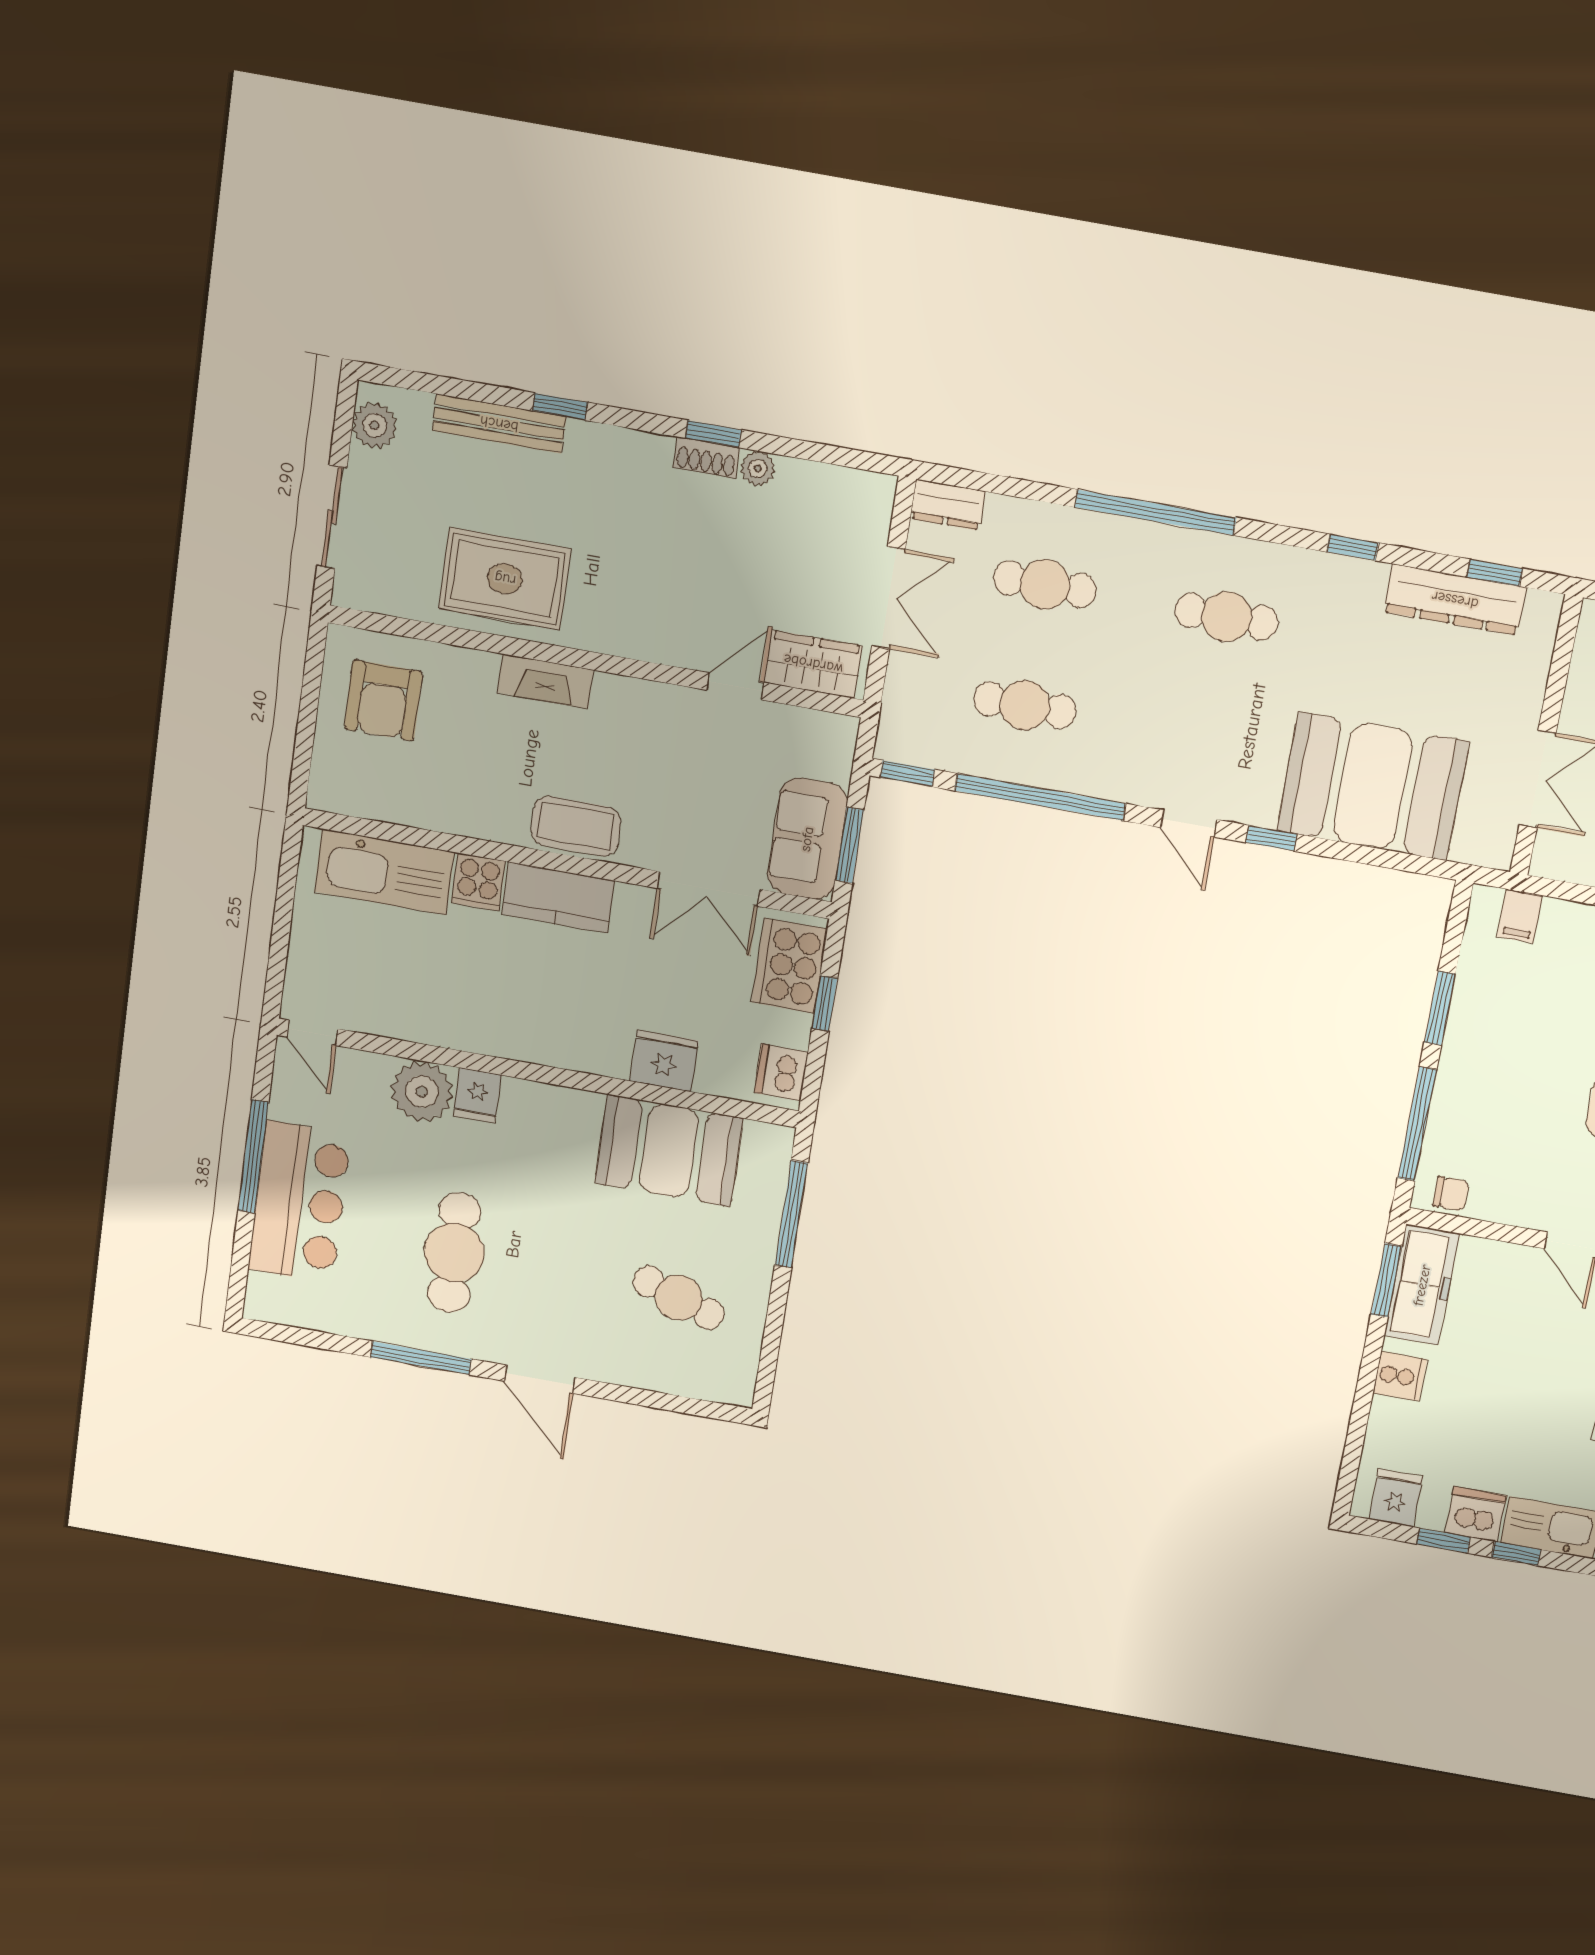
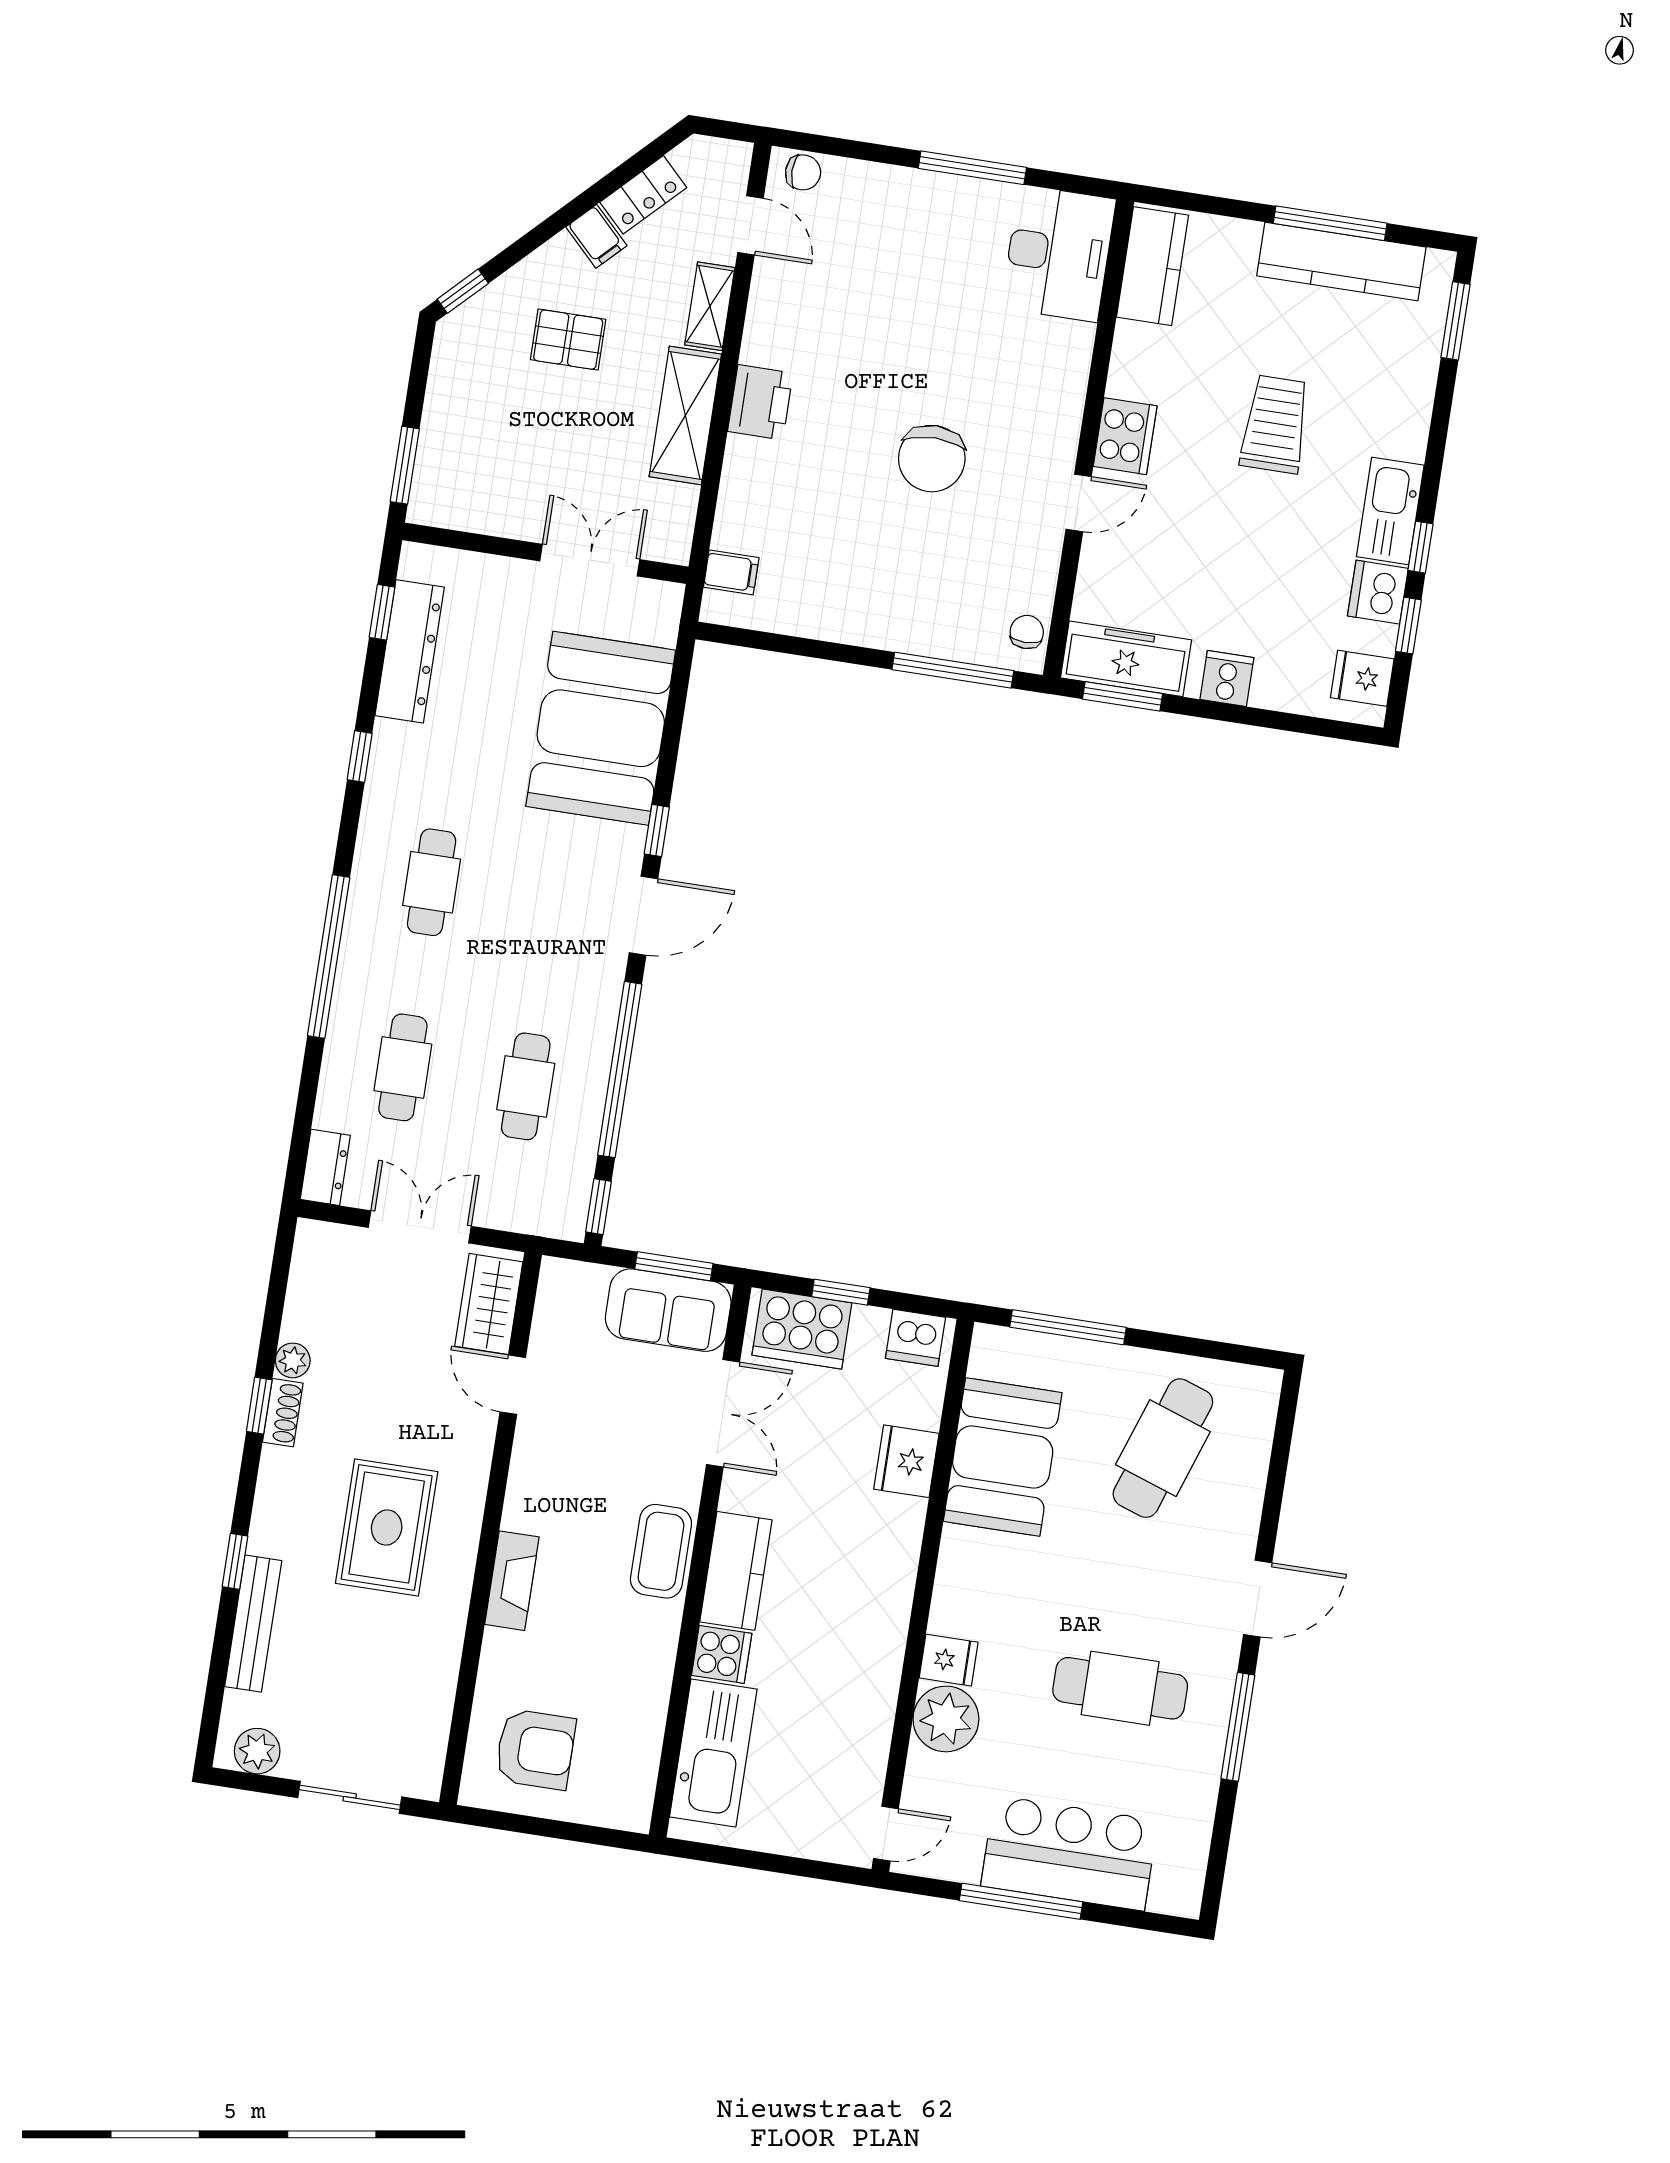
rug: (505, 579) -> (387, 1528), moved
door: (1189, 824) -> (644, 916), width x1.37
window: (1440, 1008) -> (830, 651), removed
cafe table: (679, 1298) -> (1163, 1448), width x1.37, depth x1.35

